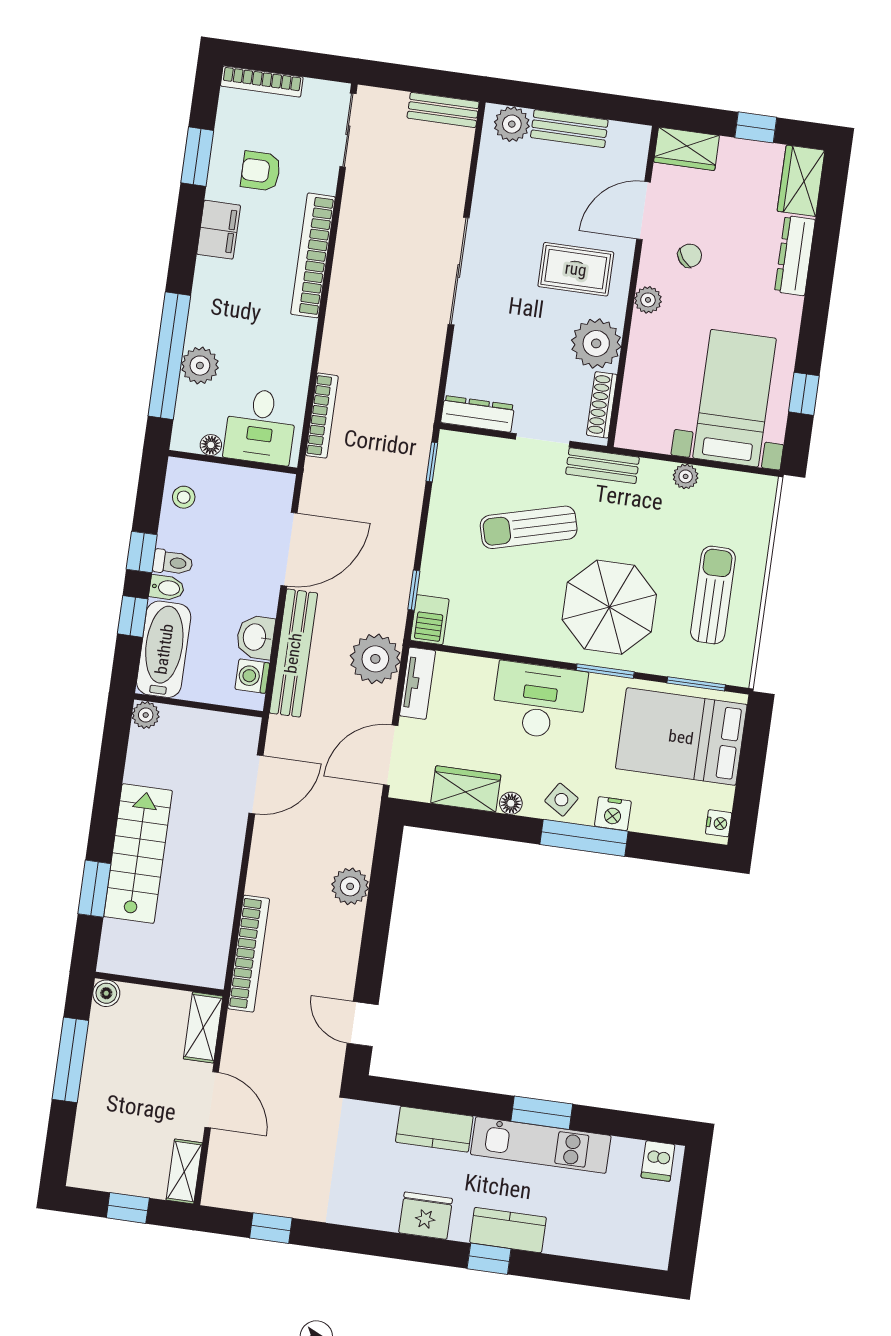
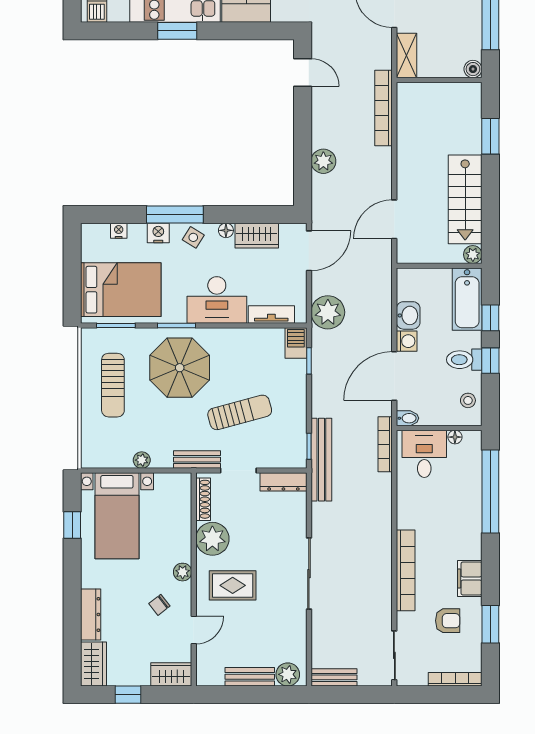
door: (643, 211) -> (194, 630), width x0.73
plant: (200, 366) -> (469, 488), removed
bookcase: (322, 416) -> (385, 444), moved
toilet: (173, 562) -> (464, 360), width x1.37, depth x1.39
bidet: (167, 588) -> (408, 418), moved, turned 180
bench: (293, 653) -> (321, 460), moved
washing machine: (252, 676) -> (407, 341), moved
tv unit: (417, 683) -> (271, 315), moved, turned 90
nightstand: (719, 823) -> (119, 231), moved, turned 90
stairs: (138, 854) -> (465, 199), moved

